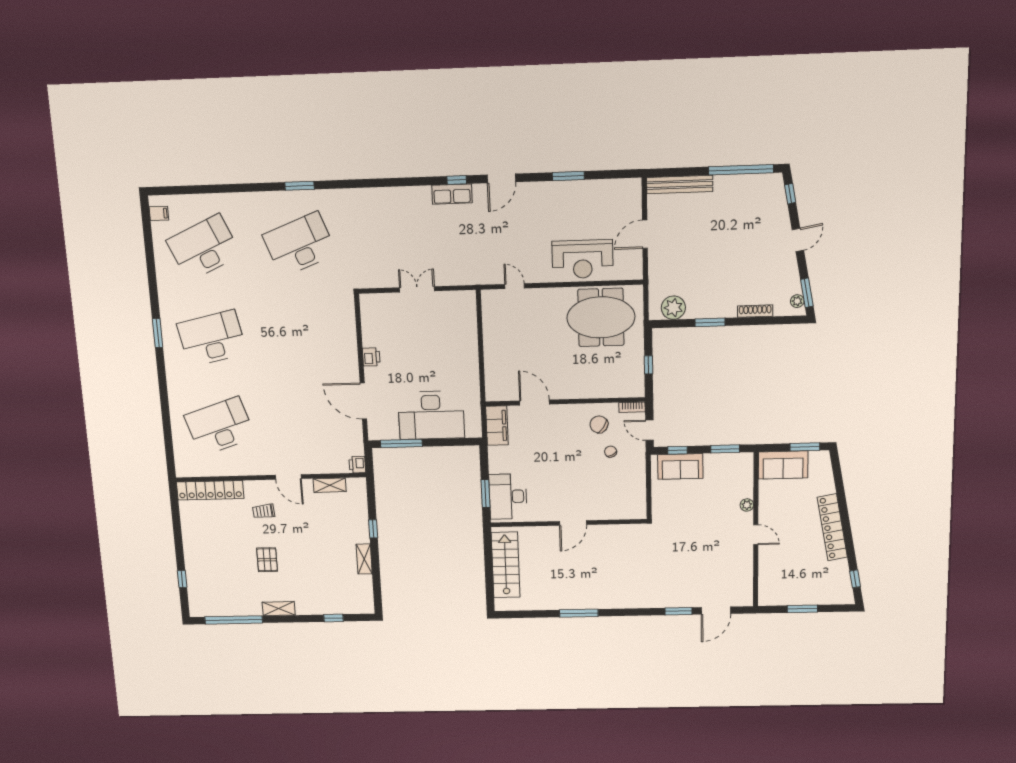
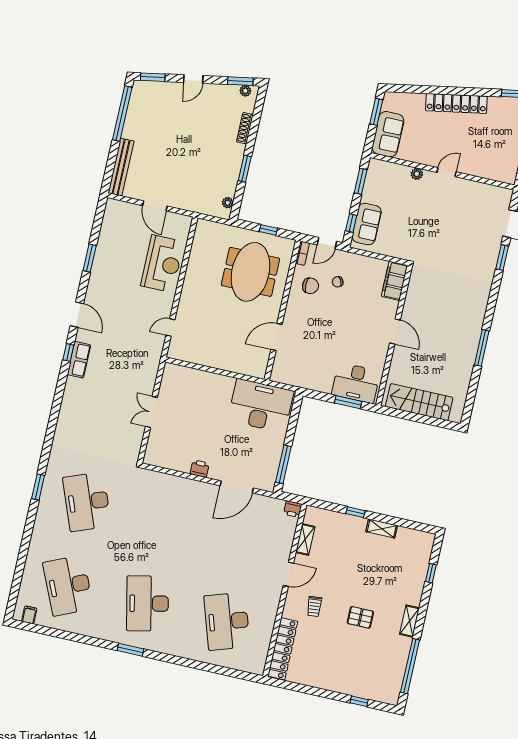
window: (790, 194) -> (153, 77), width x1.50
door: (798, 240) -> (193, 79), swing flipped
plant: (673, 308) -> (228, 203), width x0.53, depth x0.53
meeting table: (601, 317) -> (250, 272), moved
desk: (431, 415) -> (261, 406), moved, turned -90
chair: (599, 424) -> (310, 286), turned -124
filing cabinet: (497, 426) -> (394, 281), moved, turned -90

